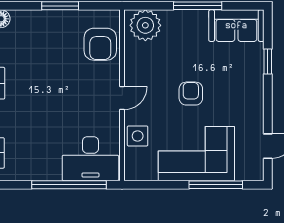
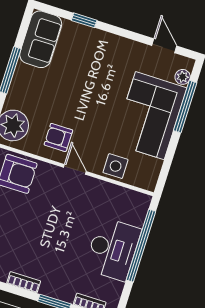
armchair: (191, 94) -> (58, 137), moved
desk: (90, 159) -> (113, 249), moved
plant: (244, 173) -> (183, 77), added

